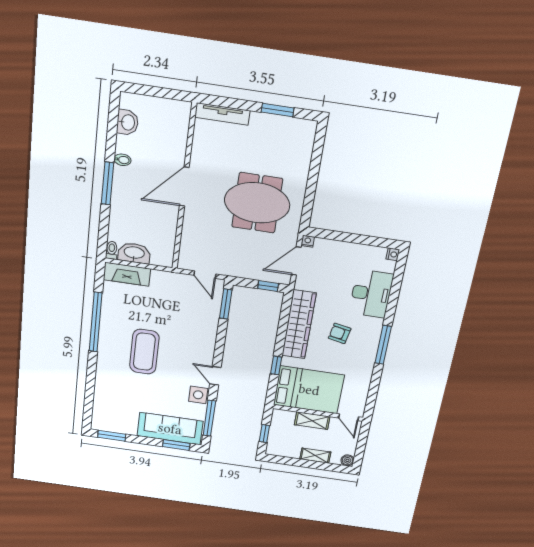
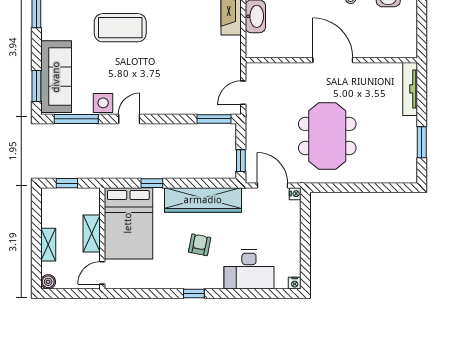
window: (383, 345) -> (194, 293), width x0.46
coffee table: (144, 352) -> (120, 28), moved

